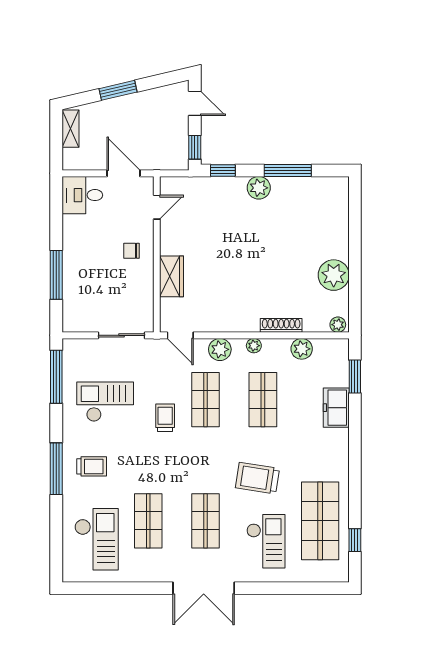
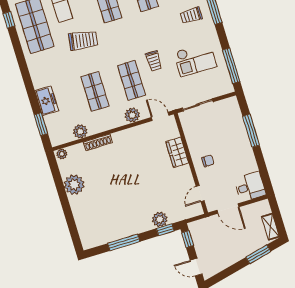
window: (118, 90) -> (258, 254), moved
plant: (259, 188) -> (160, 219), moved
plant: (254, 346) -> (111, 124), removed

